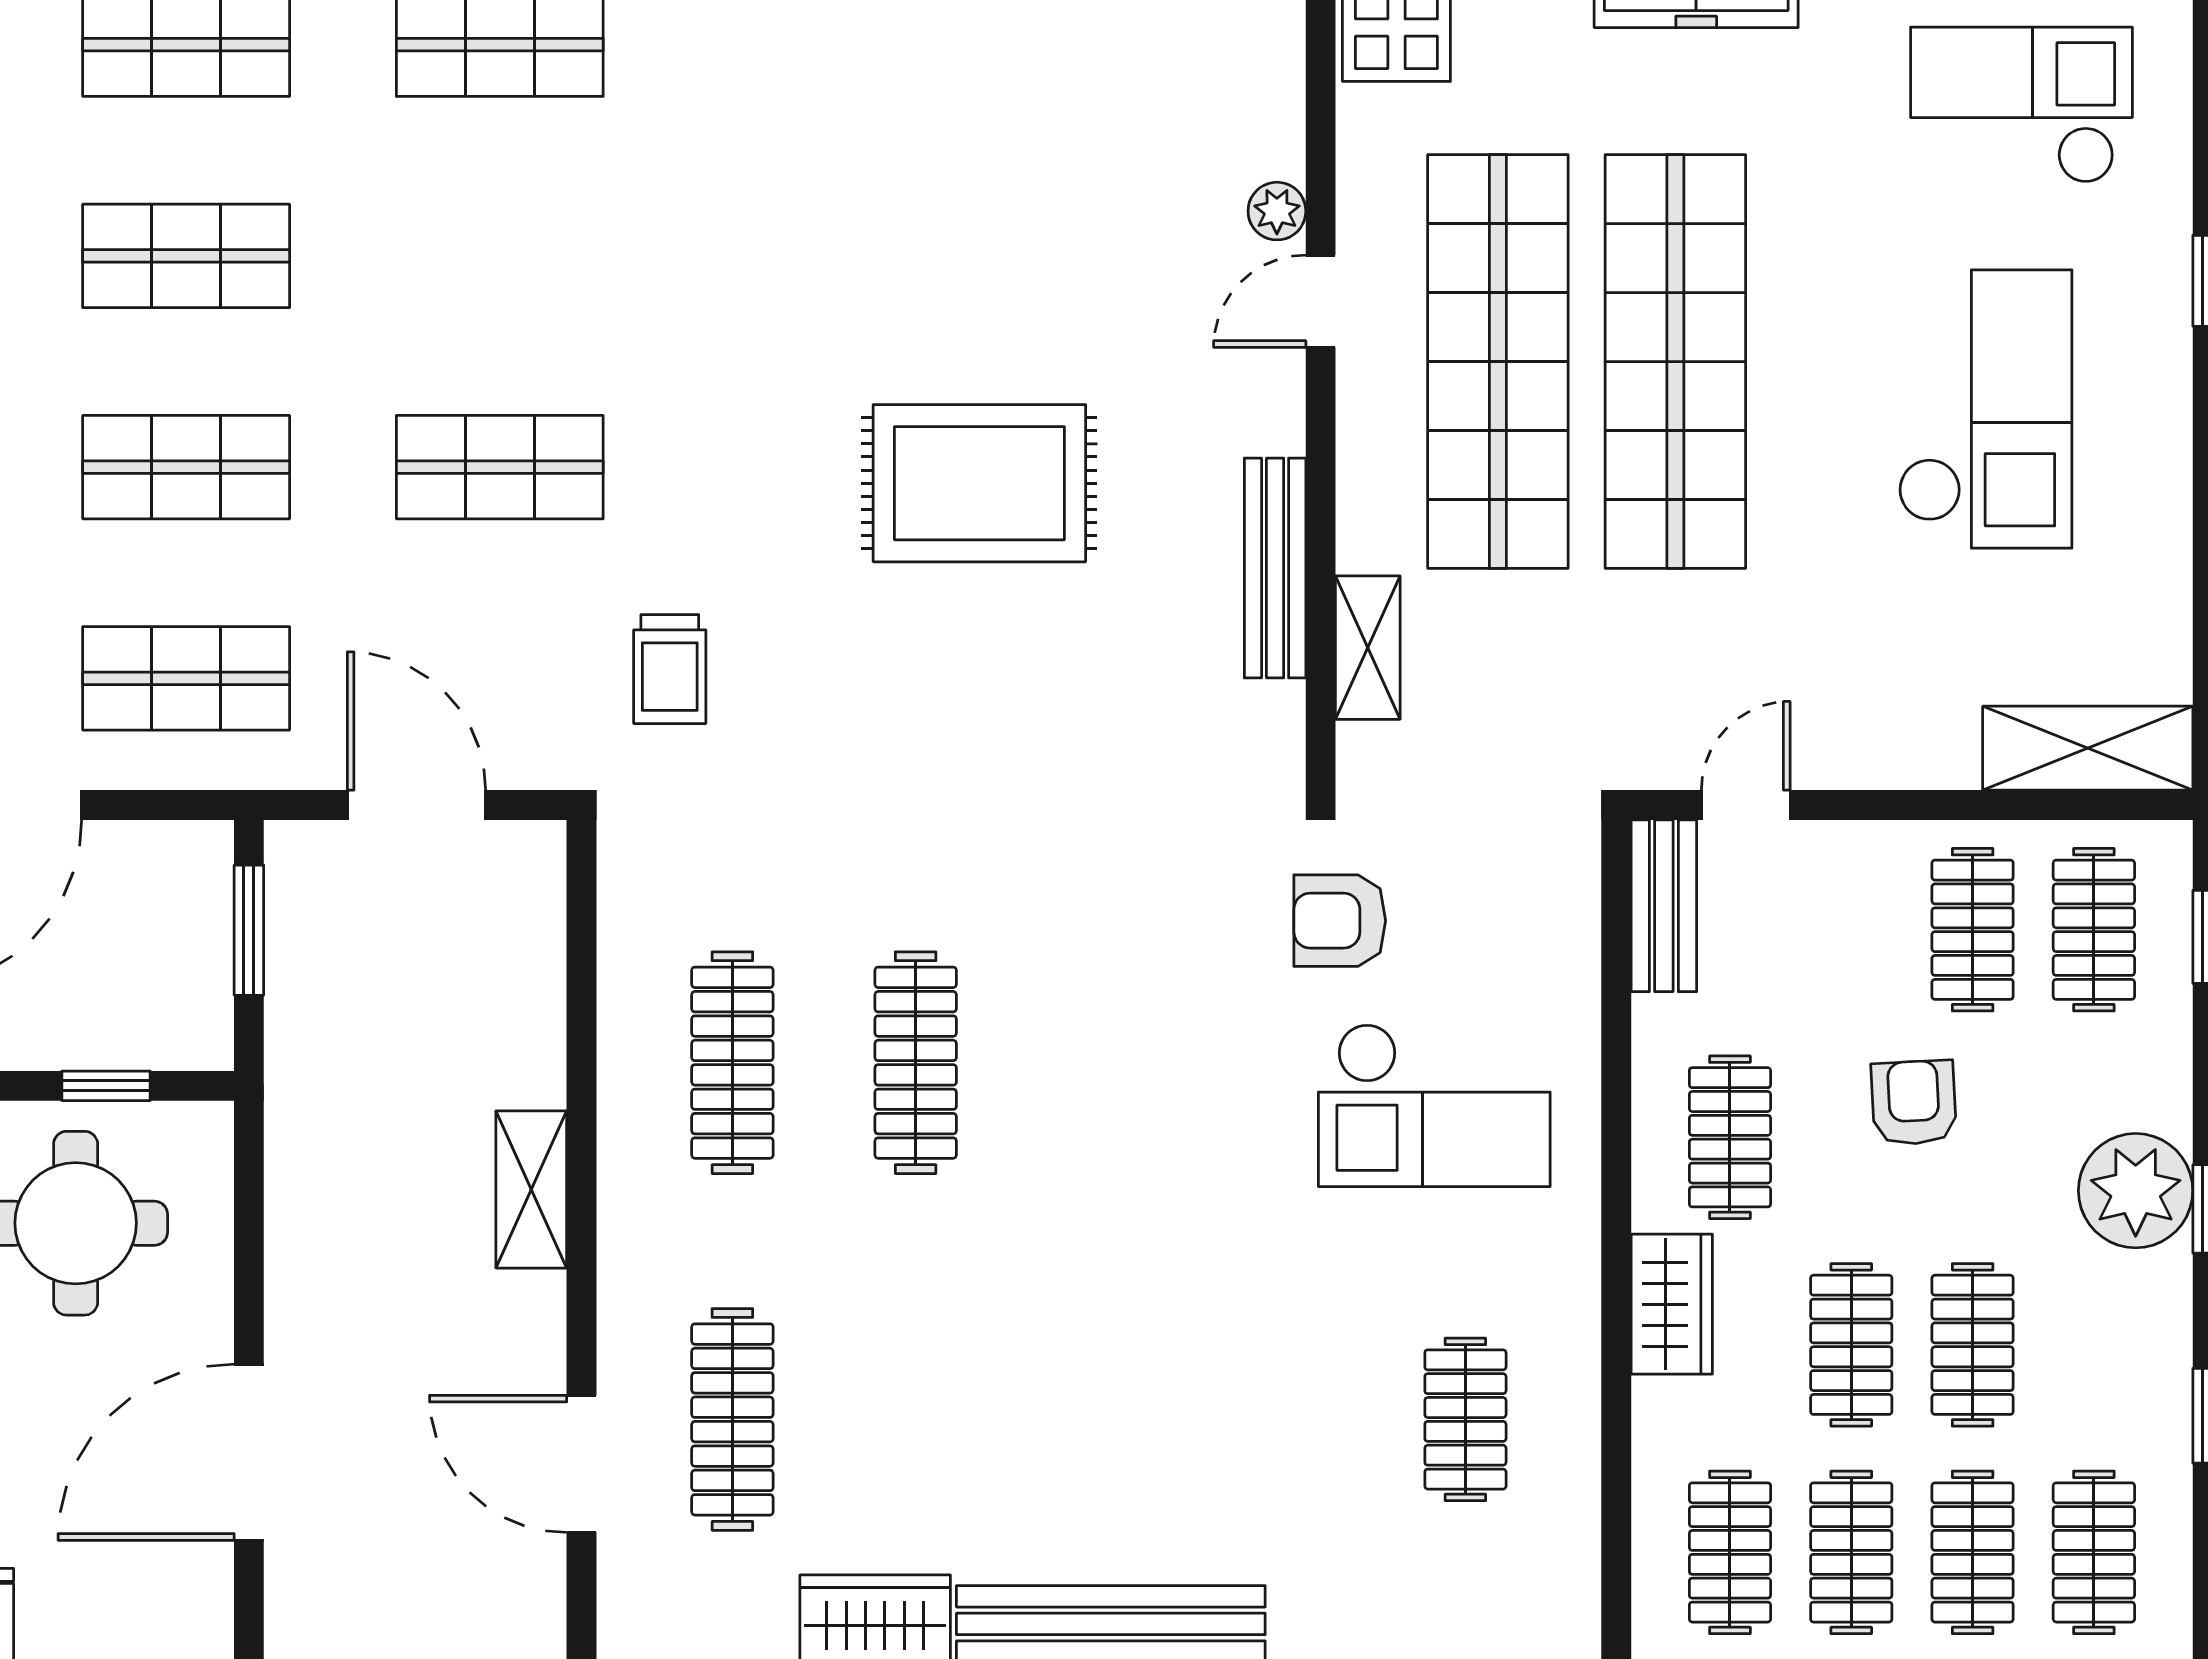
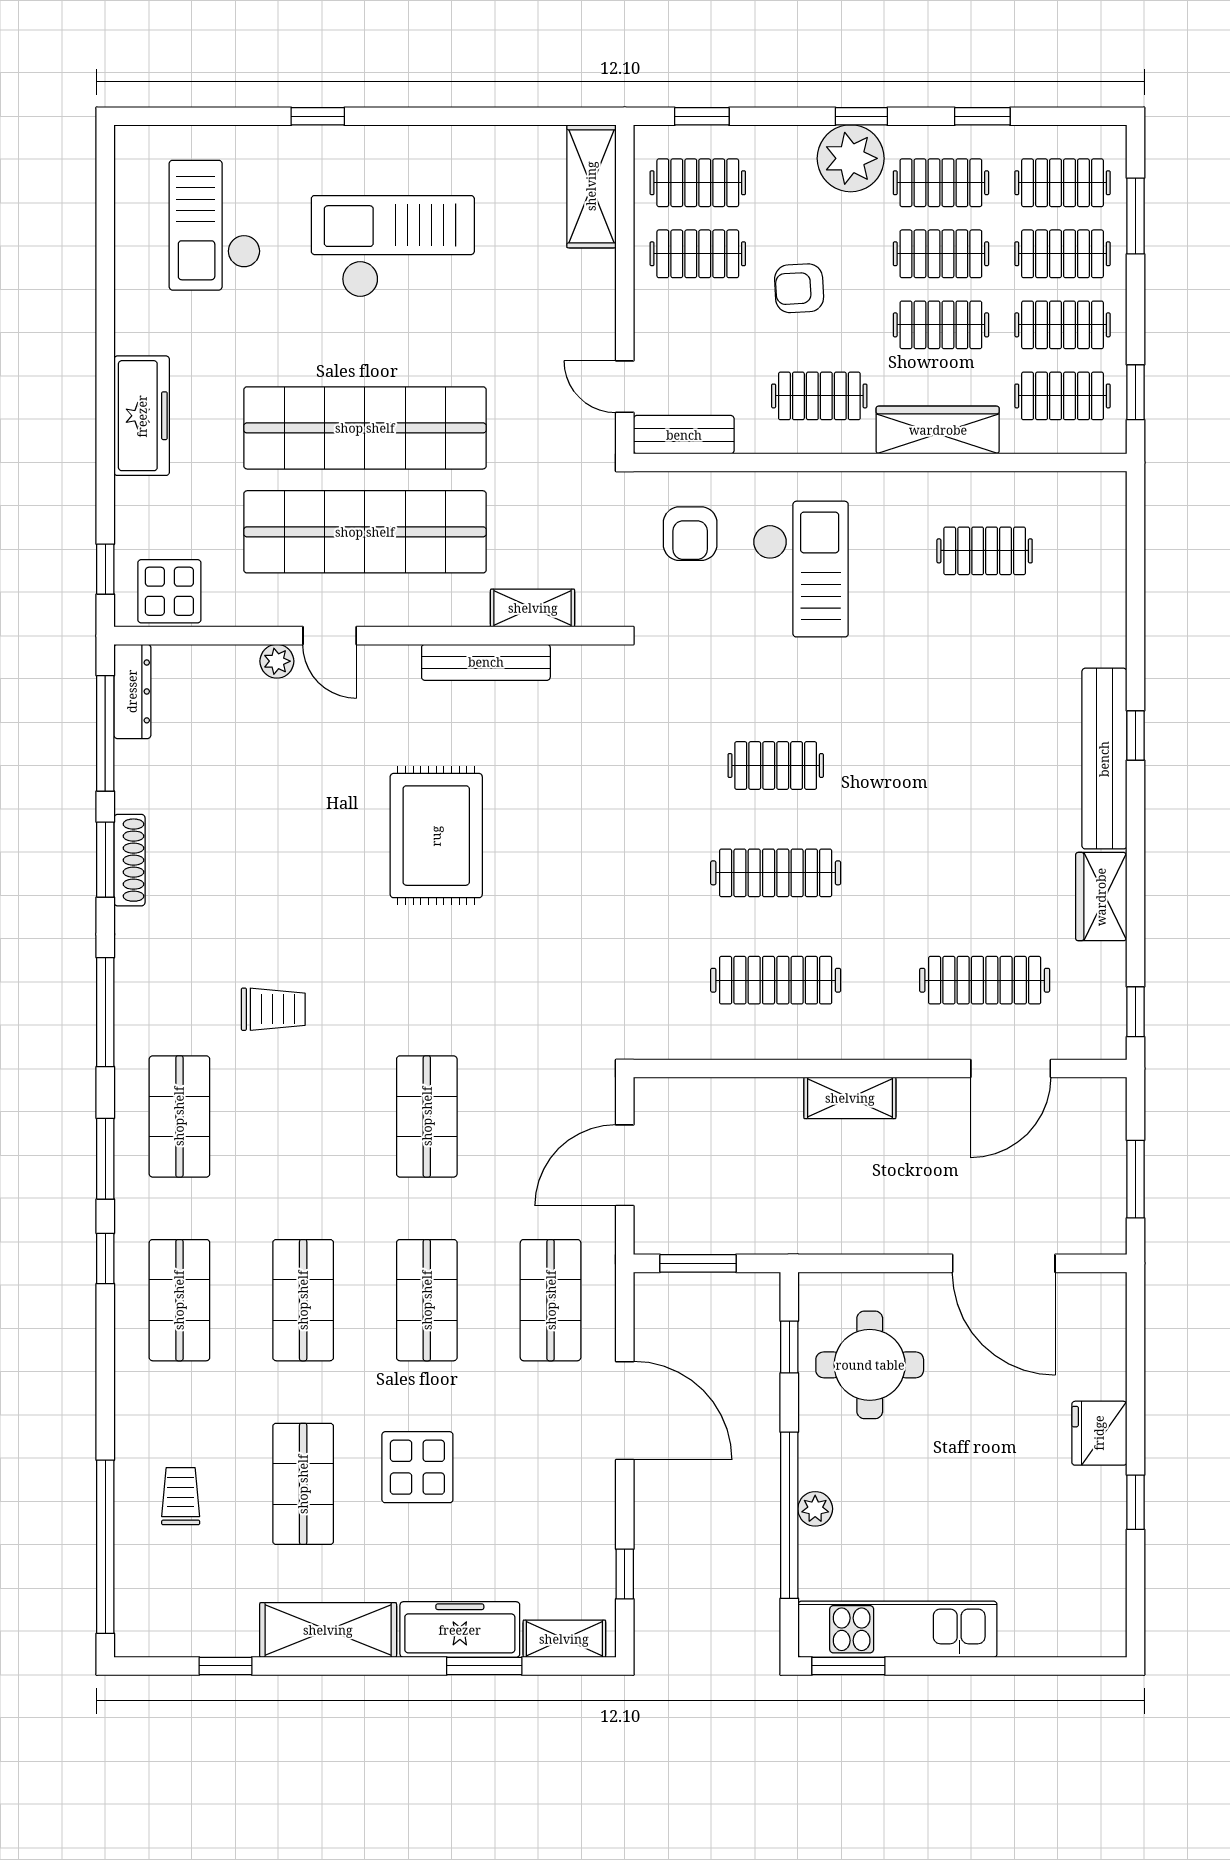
trolley: (670, 669) -> (273, 1009), moved
armchair: (1340, 921) -> (690, 534), moved
clothes rail: (1099, 1063) -> (776, 766), added
wardrobe: (1672, 1304) -> (938, 430), width x1.50
clothes rail: (2094, 1345) -> (941, 183), added

